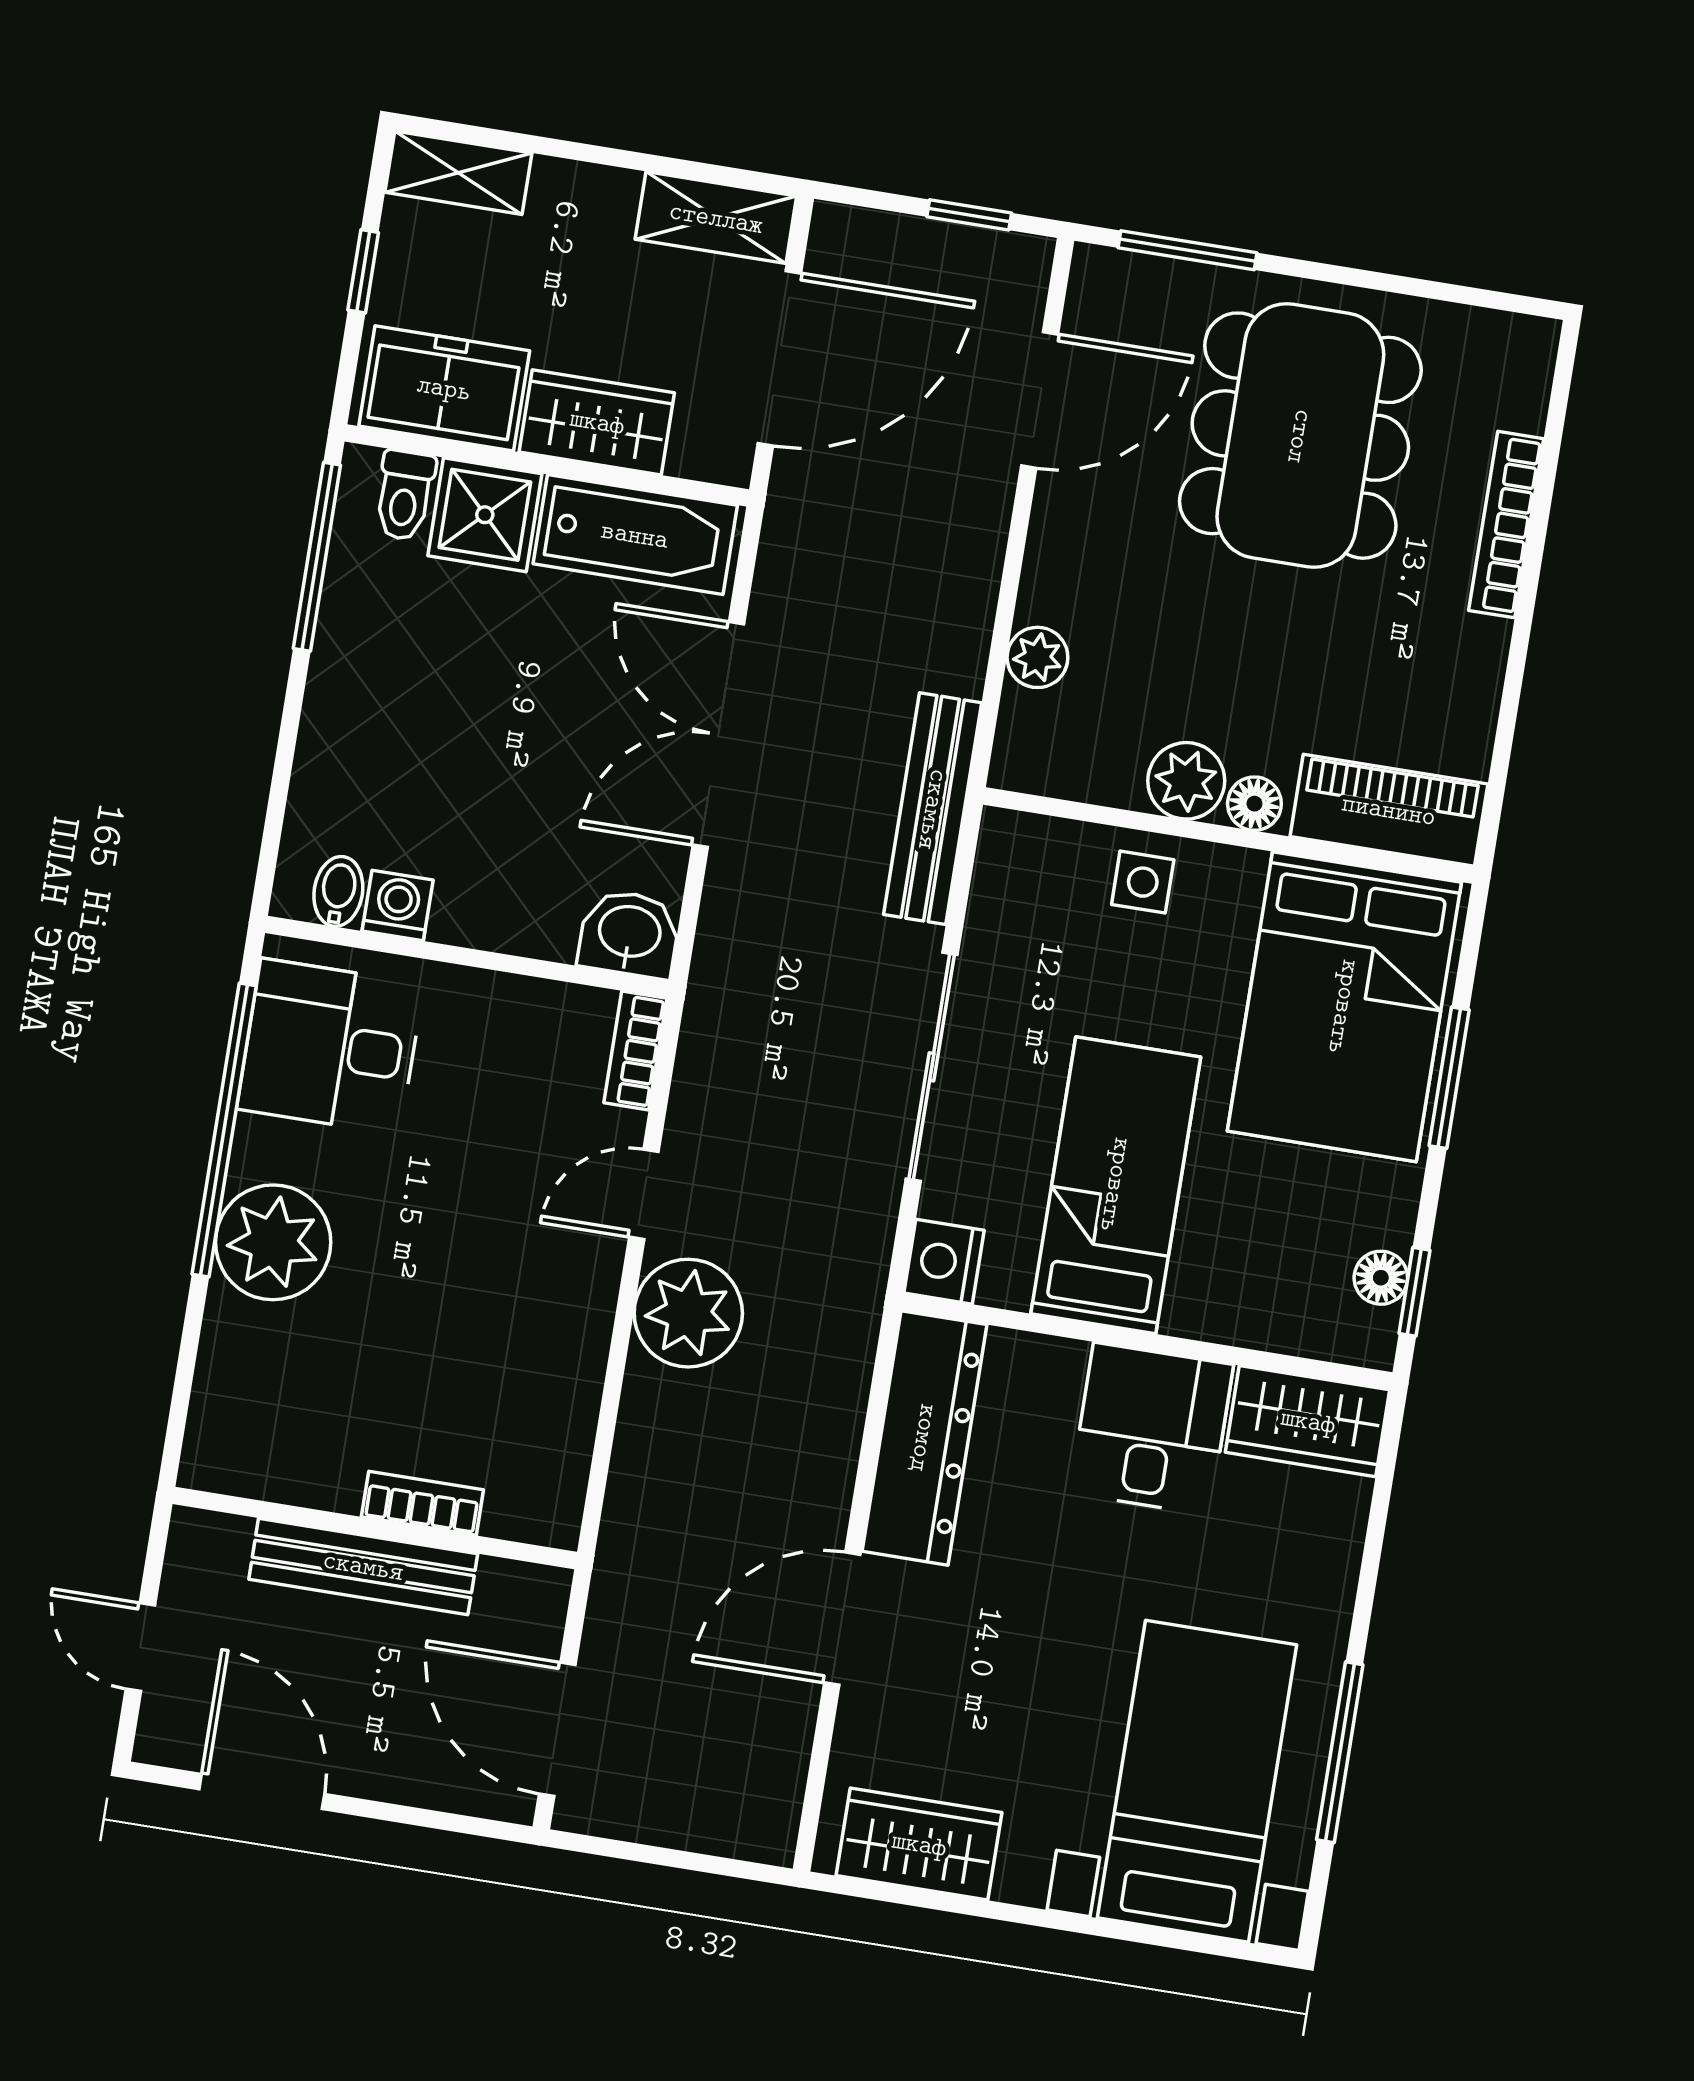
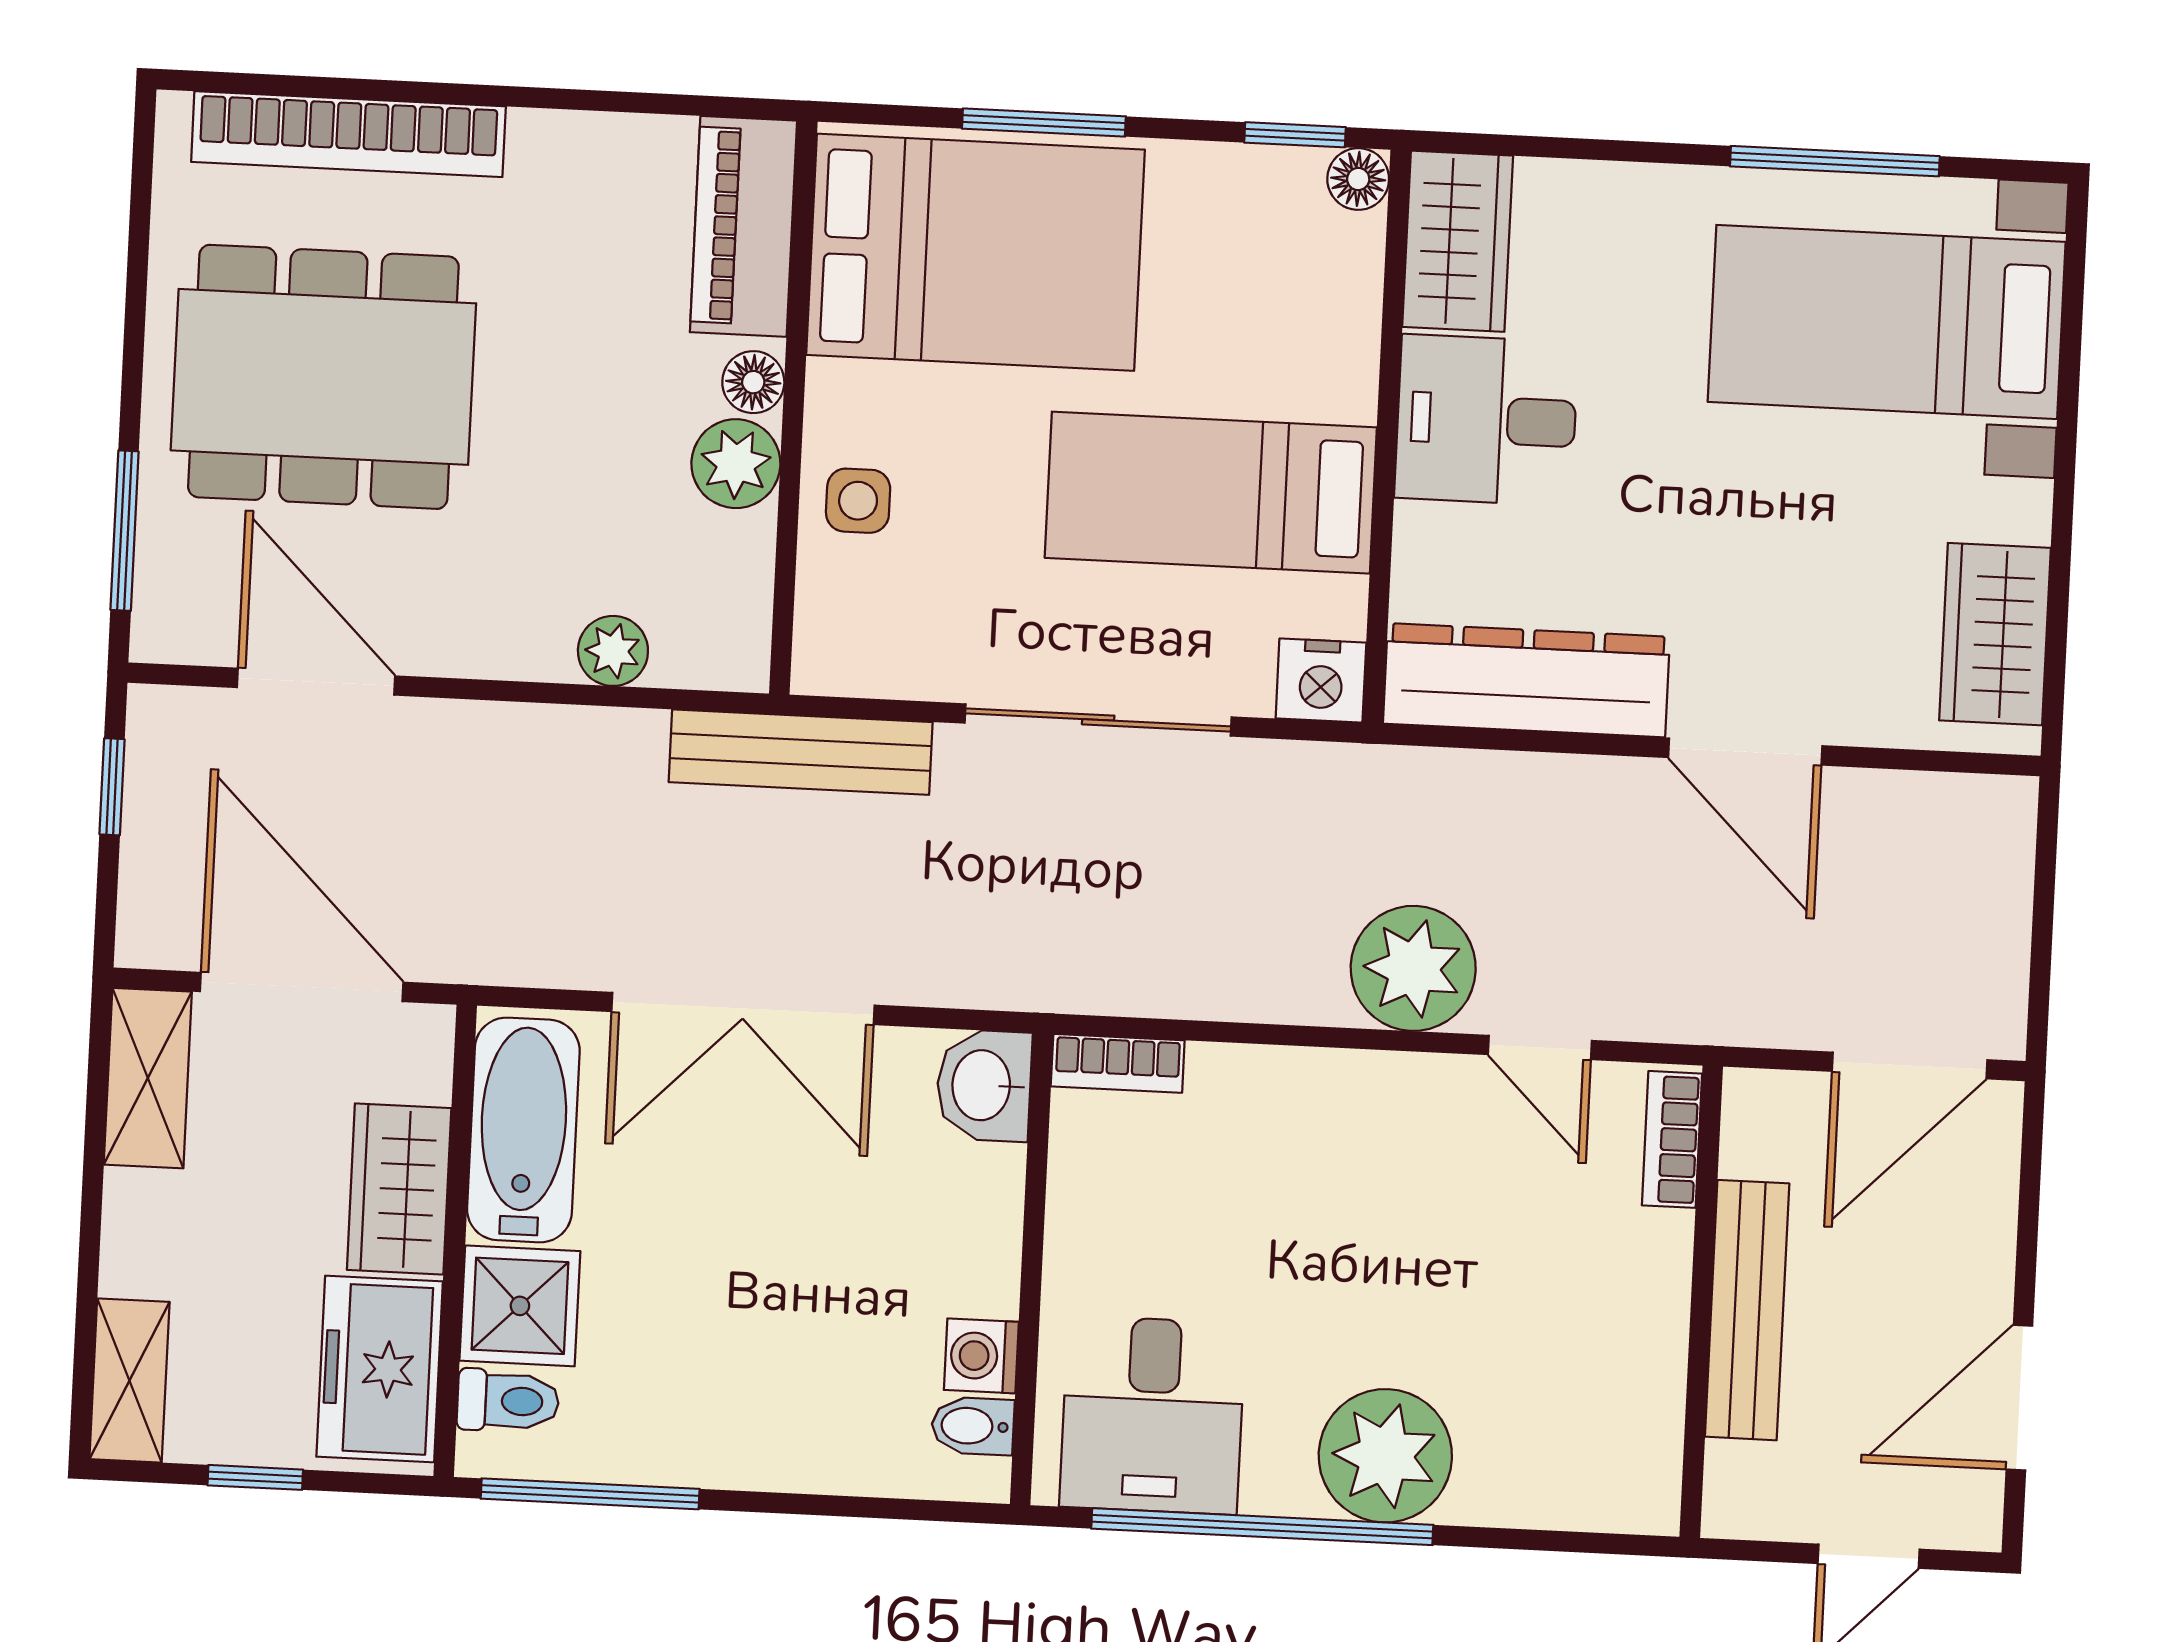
bookcase: (1506, 525) -> (348, 134), width x1.48, depth x1.31
door: (644, 1194) -> (1540, 1047), moved
floor lamp: (1381, 1278) -> (1358, 179), moved
bookcase: (422, 1503) -> (1672, 1139), moved

